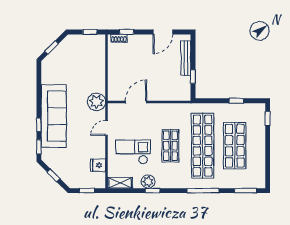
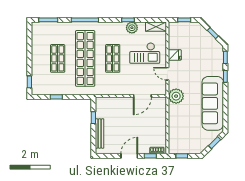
door: (163, 32) -> (129, 156), moved
sofa: (54, 116) -> (213, 103), moved
door: (107, 128) -> (167, 74), swing flipped
shop shelf: (235, 146) -> (58, 58), width x0.70, depth x0.74
fridge: (98, 165) -> (175, 55), moved

